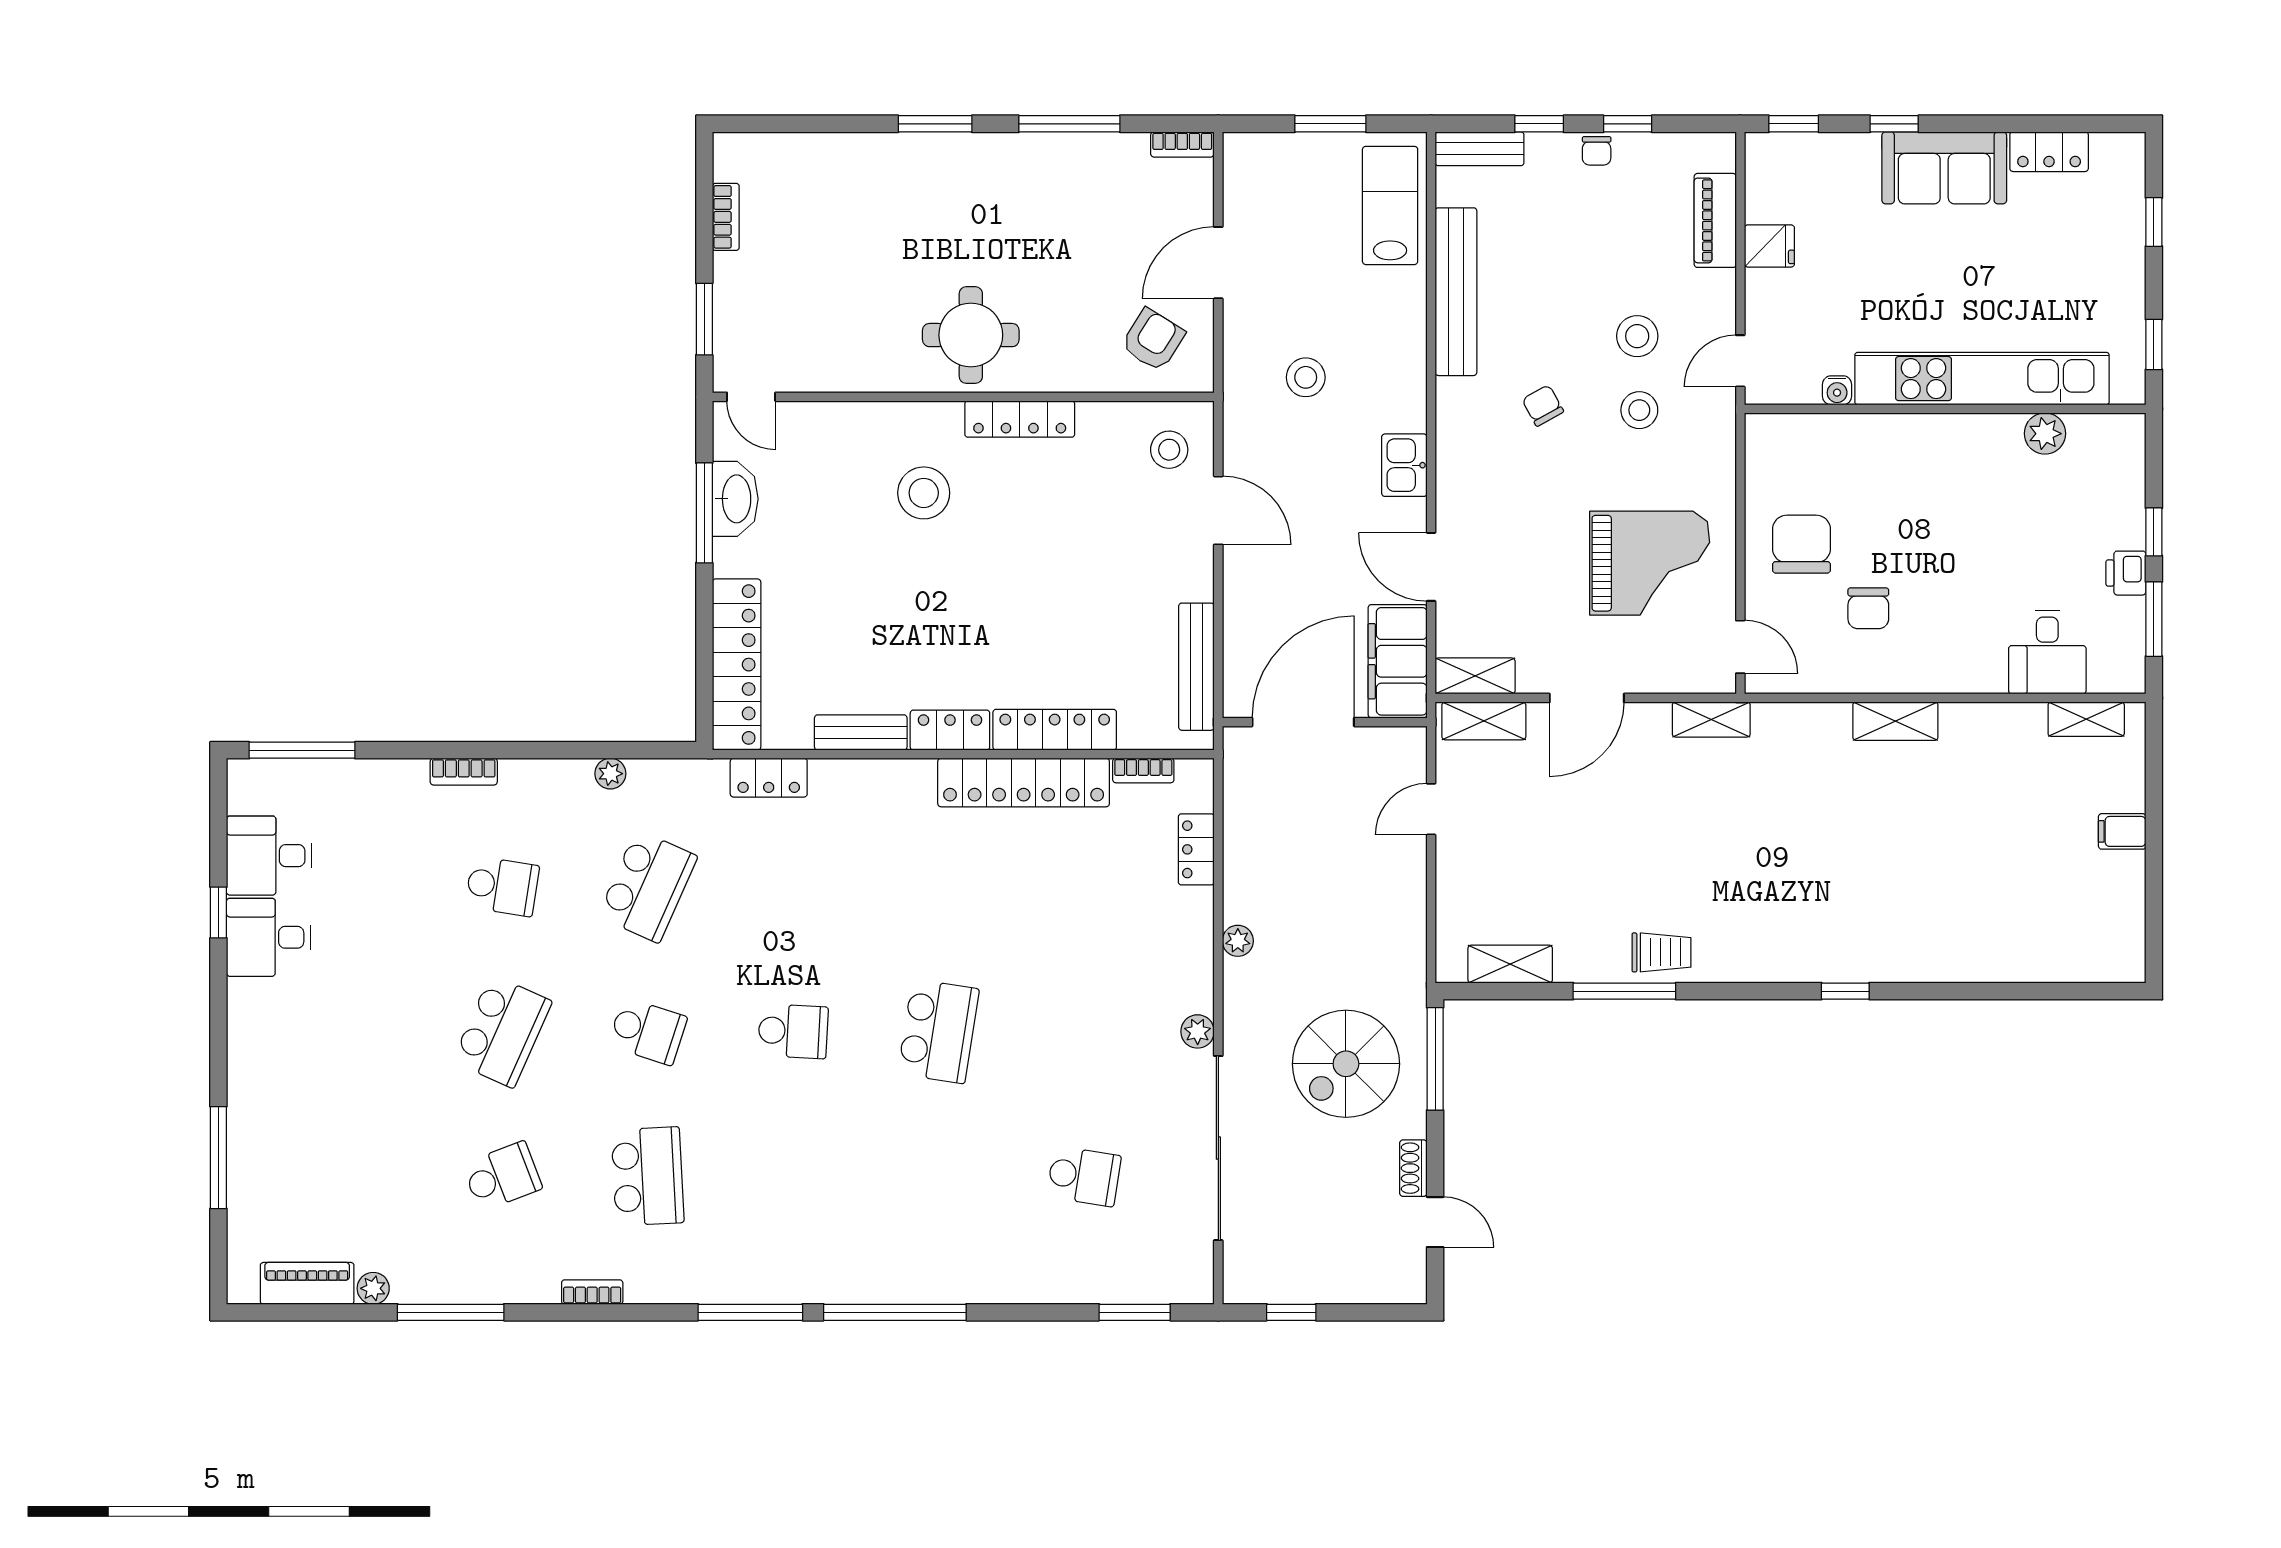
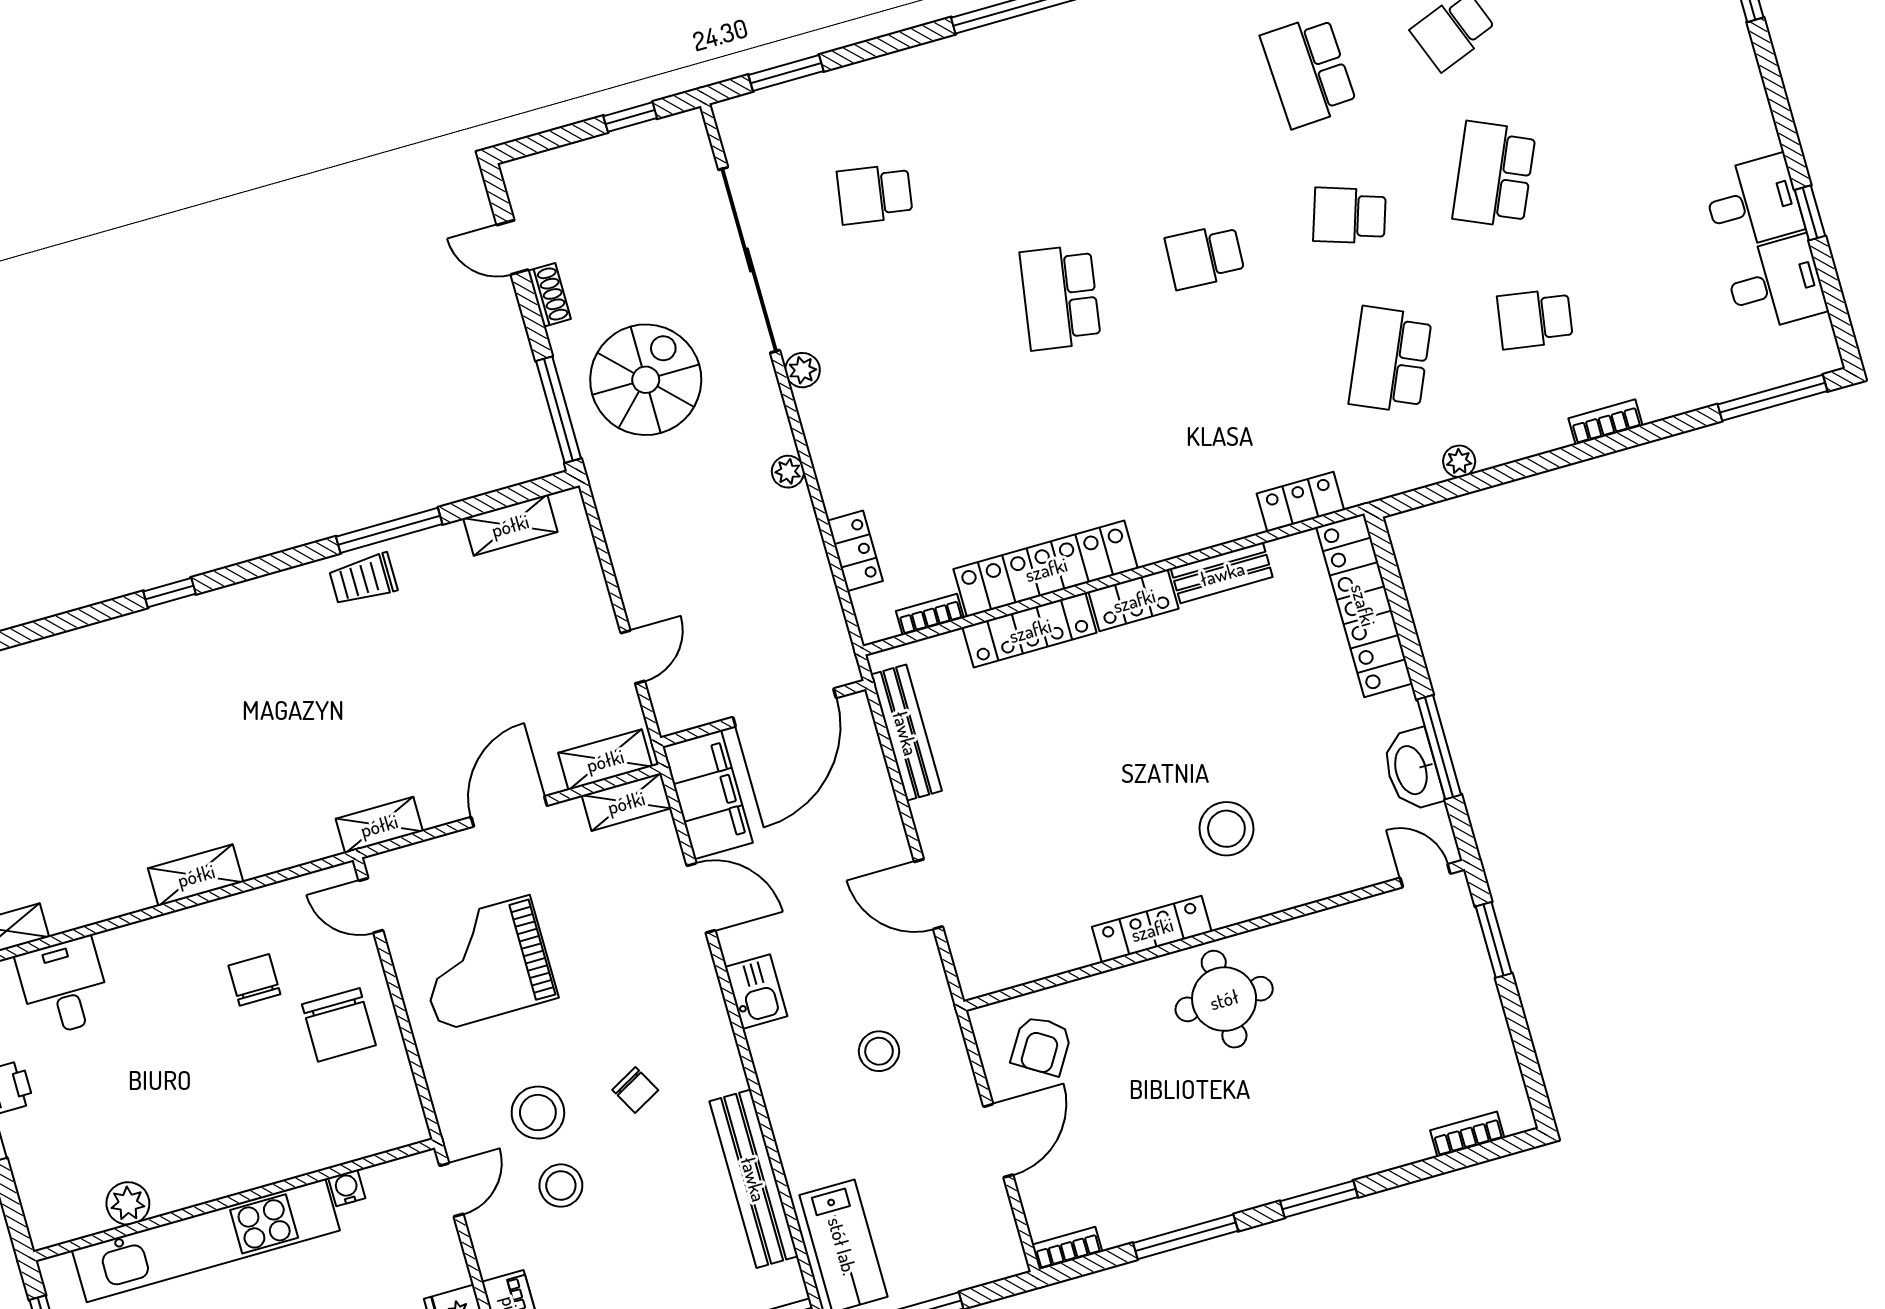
bookcase: (726, 217) -> (1467, 1134), moved, turned 90
stool: (1639, 410) -> (538, 1113), width x1.38, depth x1.38
stool: (1169, 450) -> (994, 941), removed

